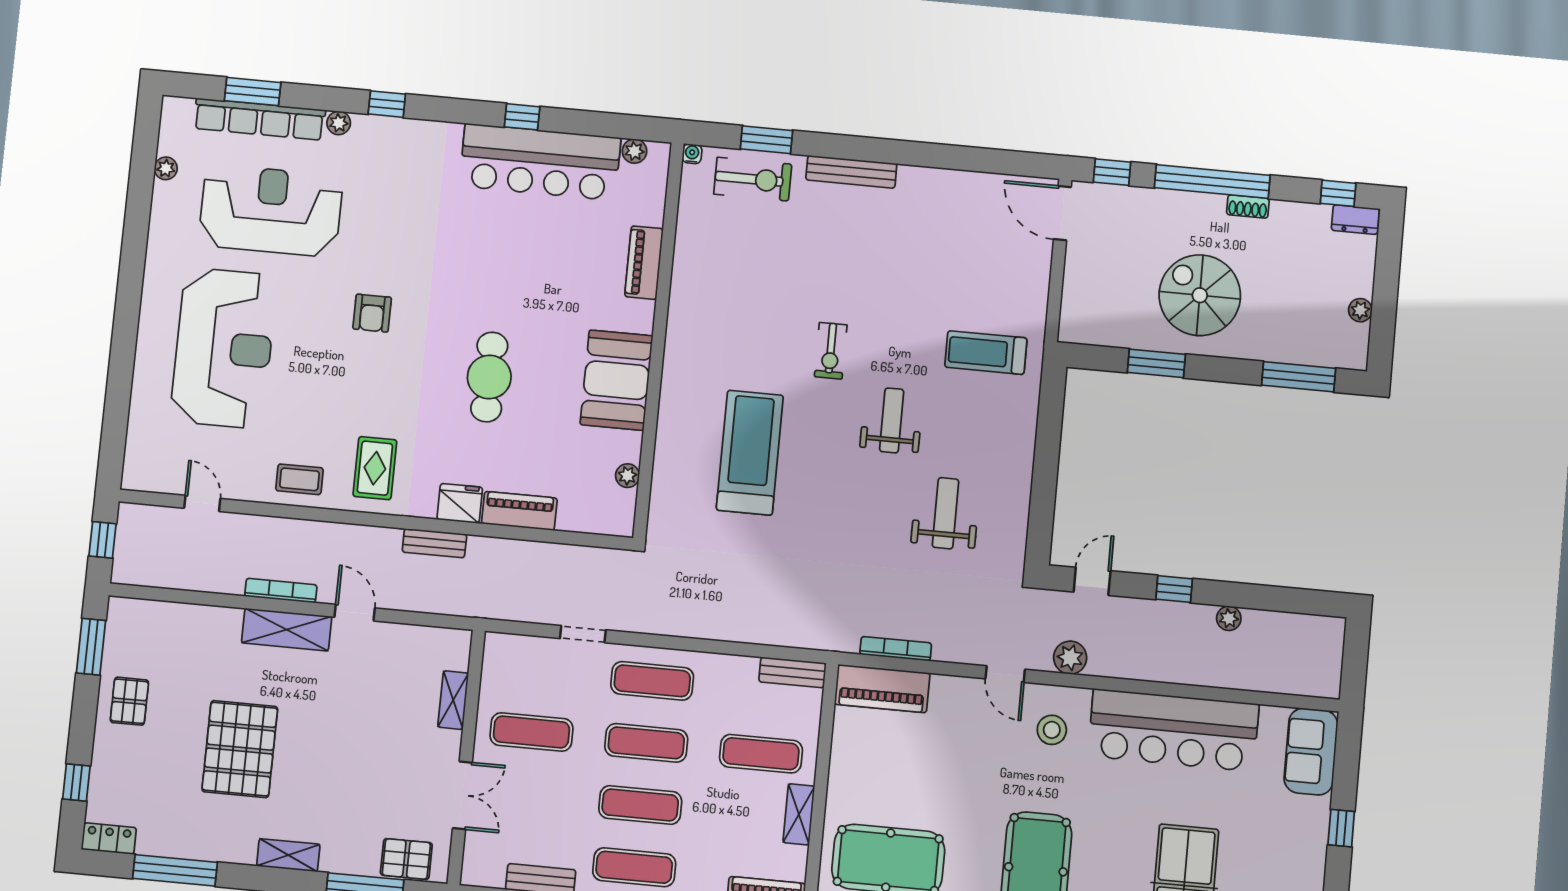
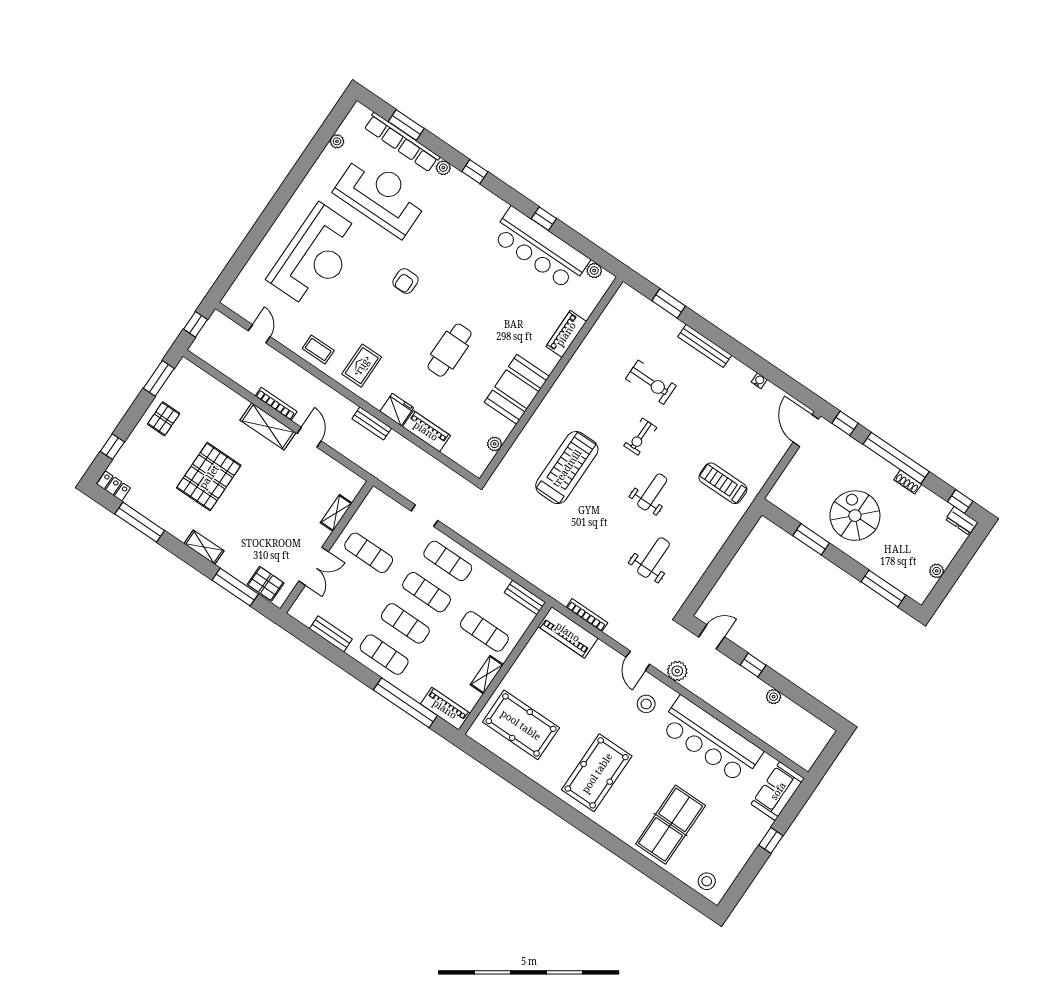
water cooler: (692, 154) -> (759, 381), moved
exercise bike: (753, 179) -> (651, 382), moved

